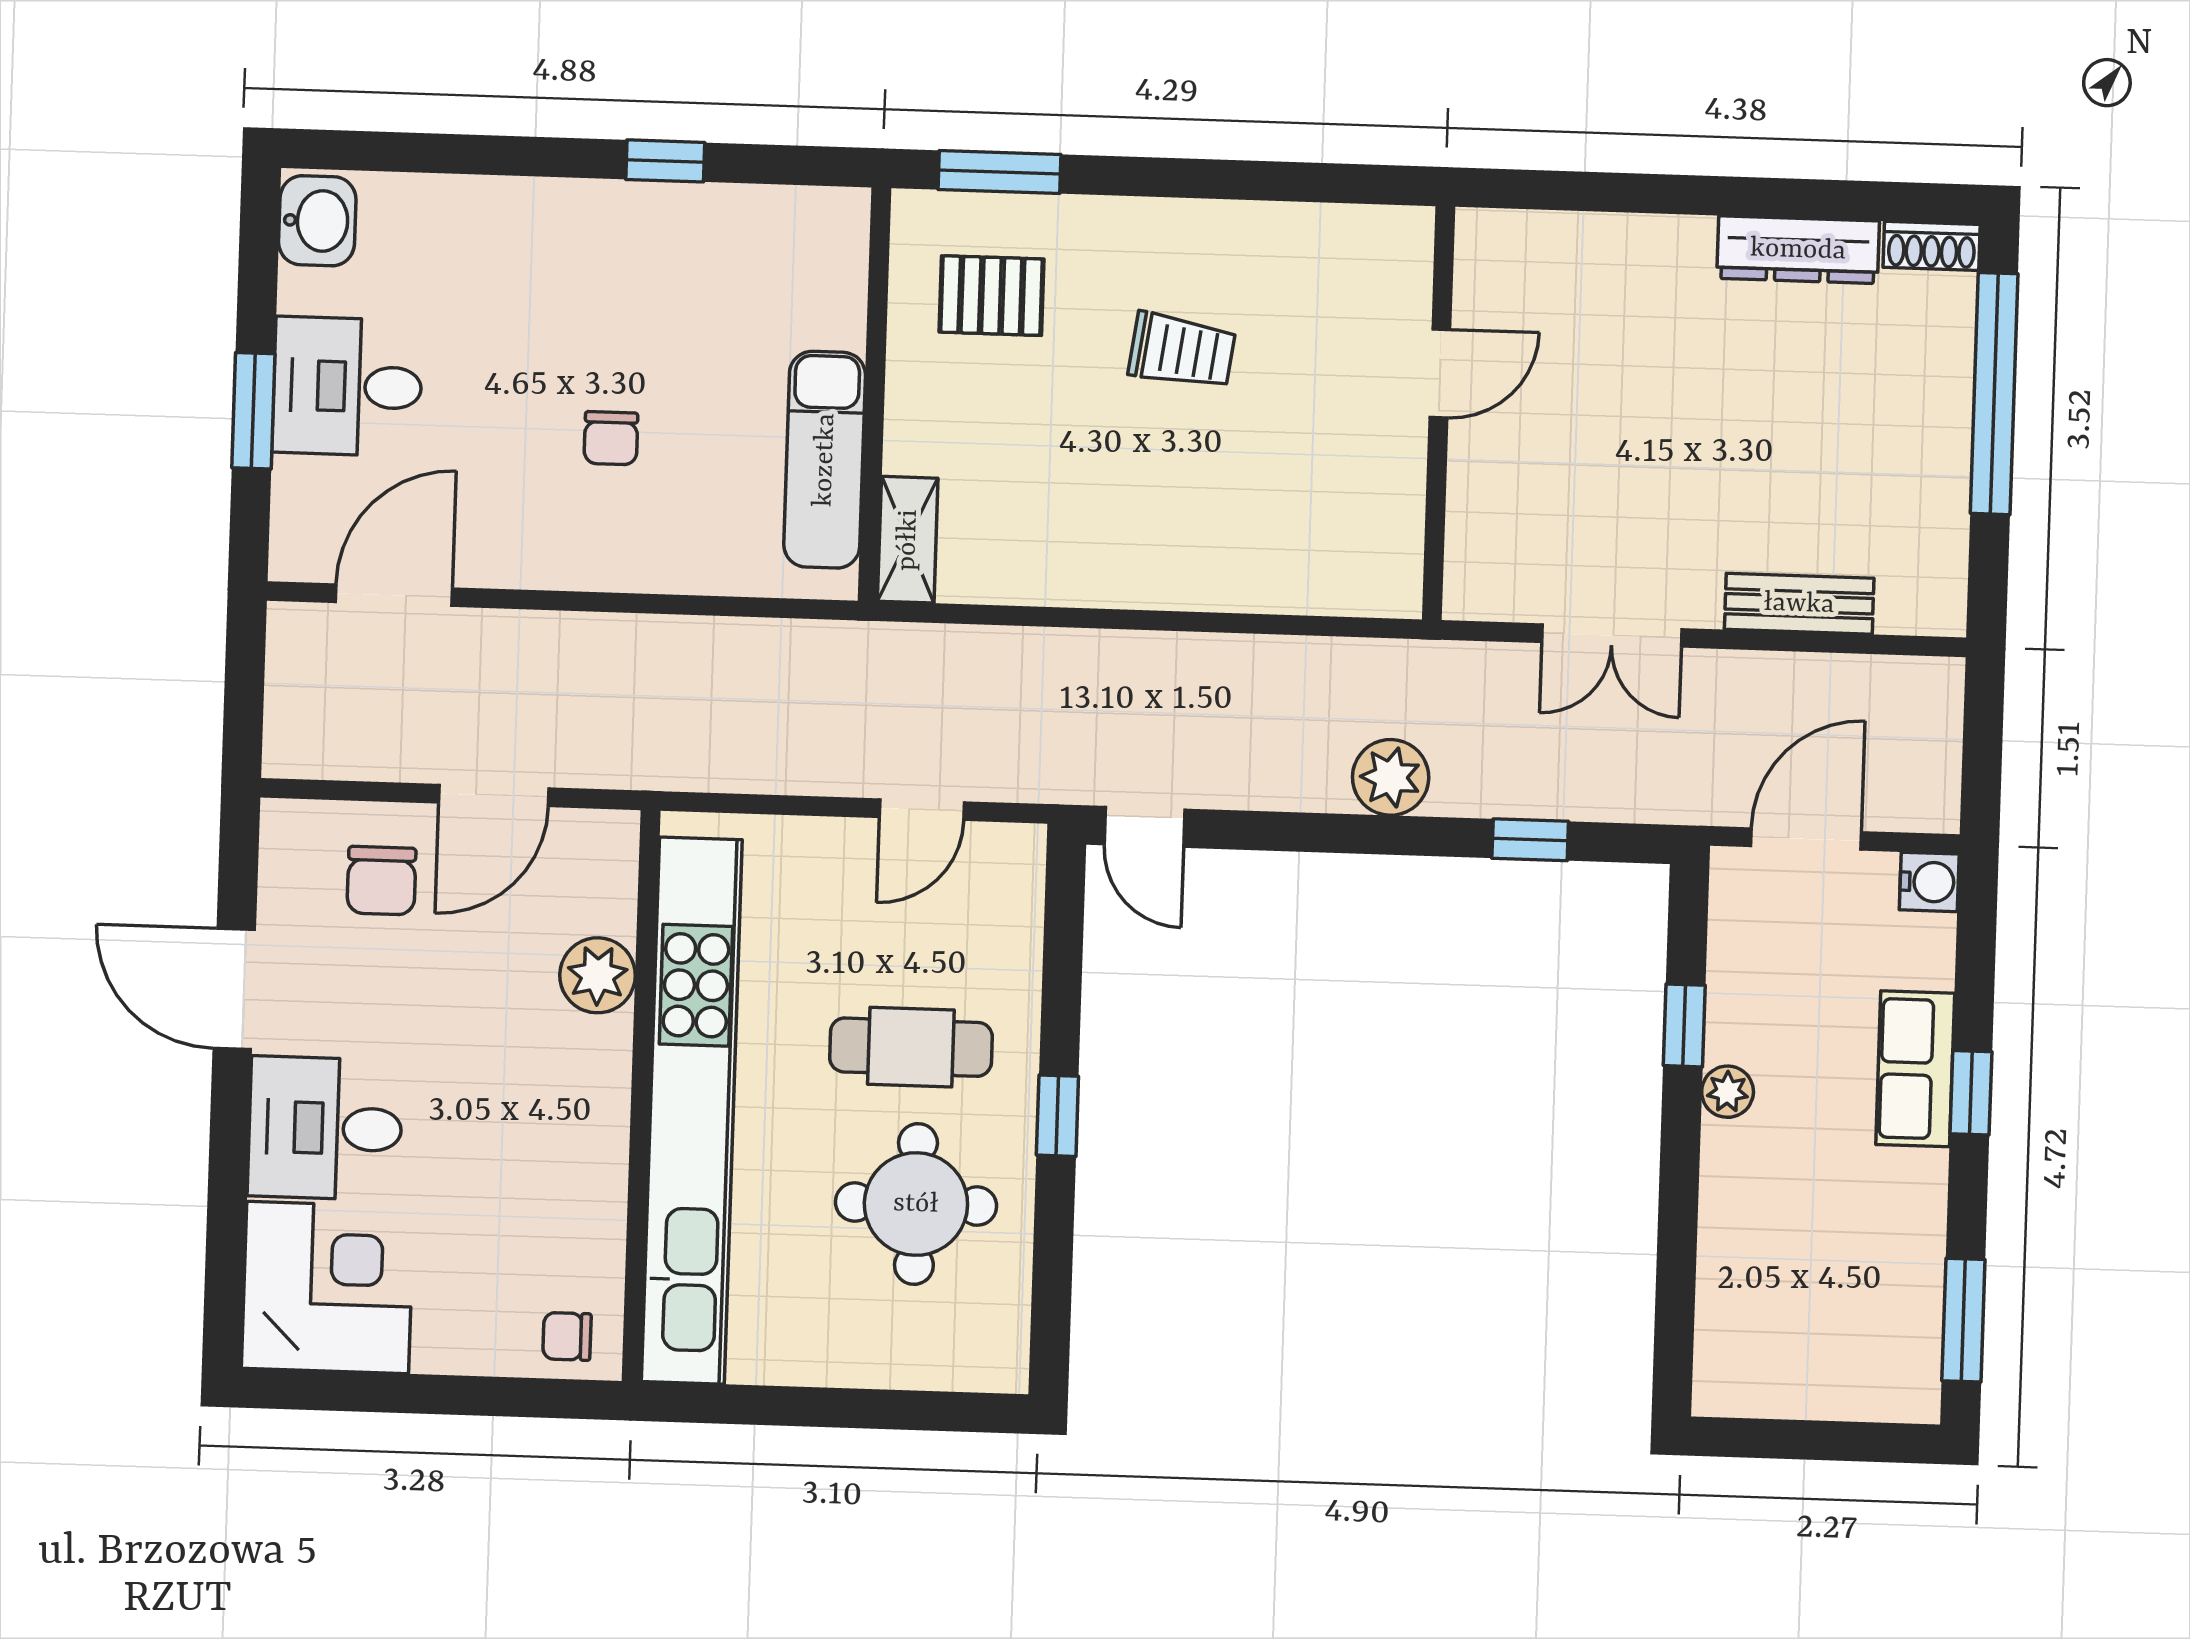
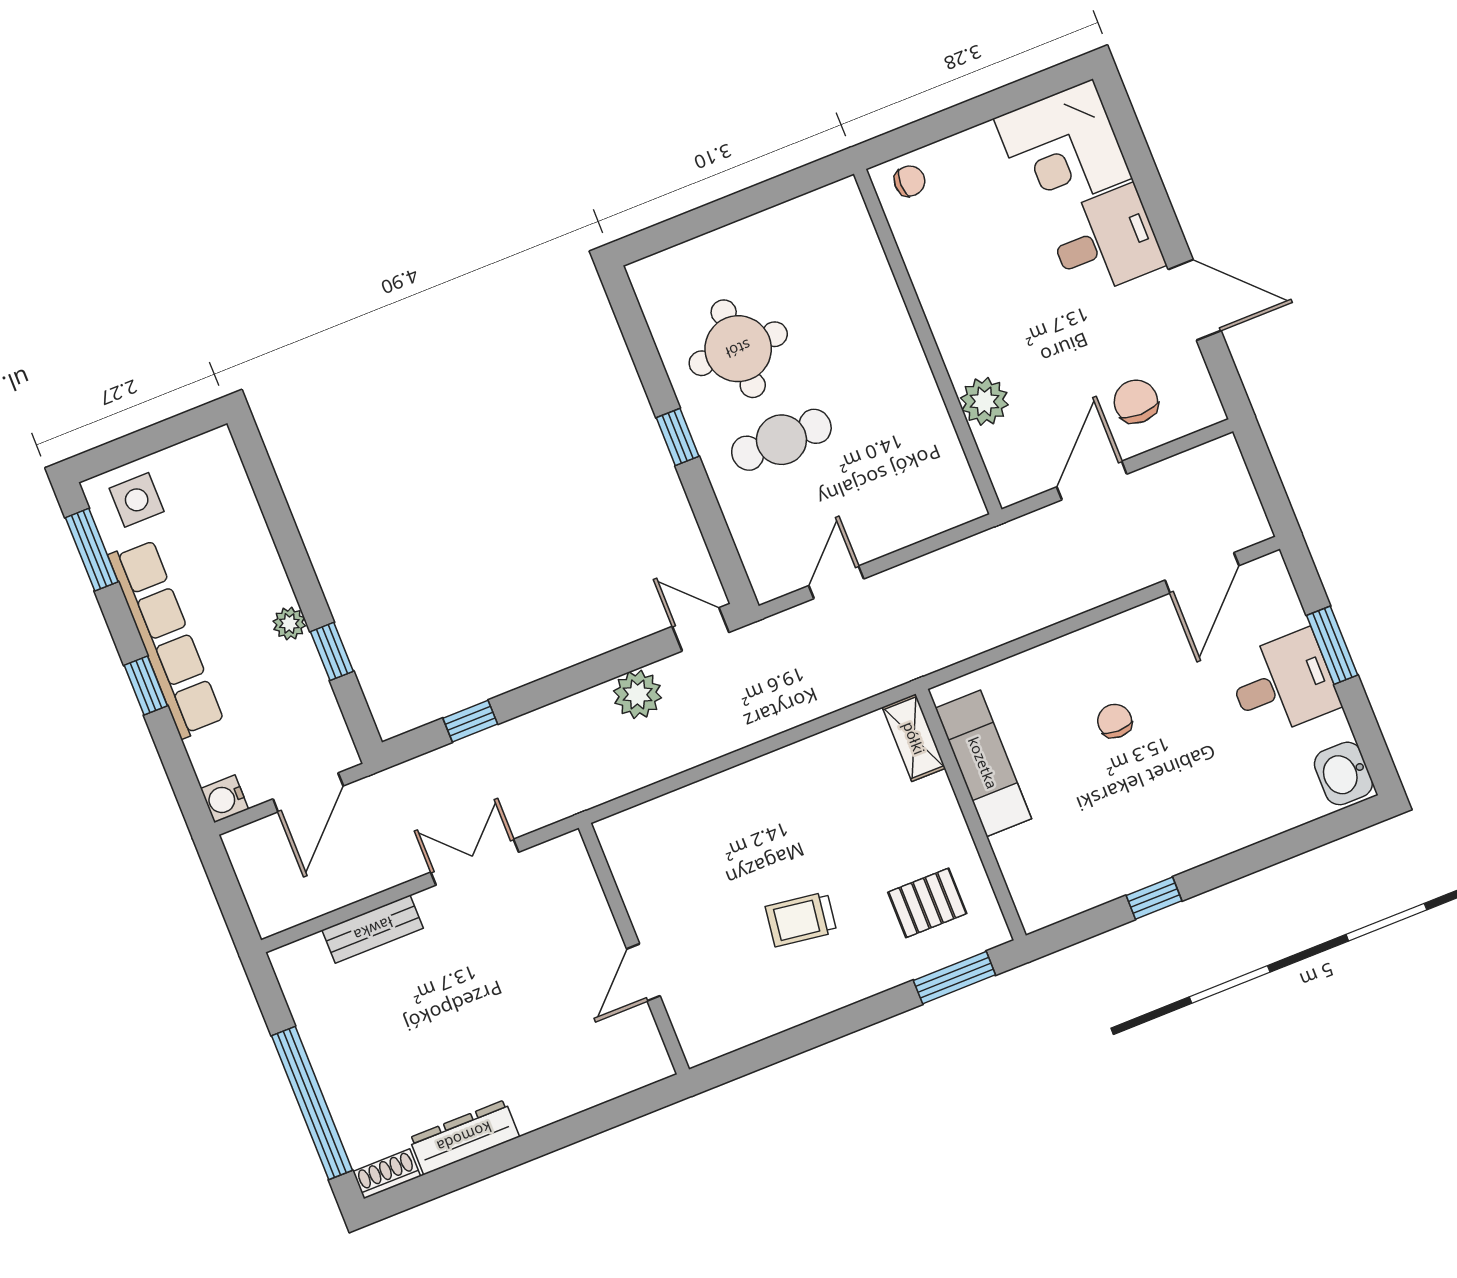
plant: (1391, 777) -> (638, 694), moved
row of seats: (1915, 1069) -> (166, 639), width x2.02
kitchen unit: (692, 1111) -> (894, 346), removed
side table: (1868, 1363) -> (137, 500), added

